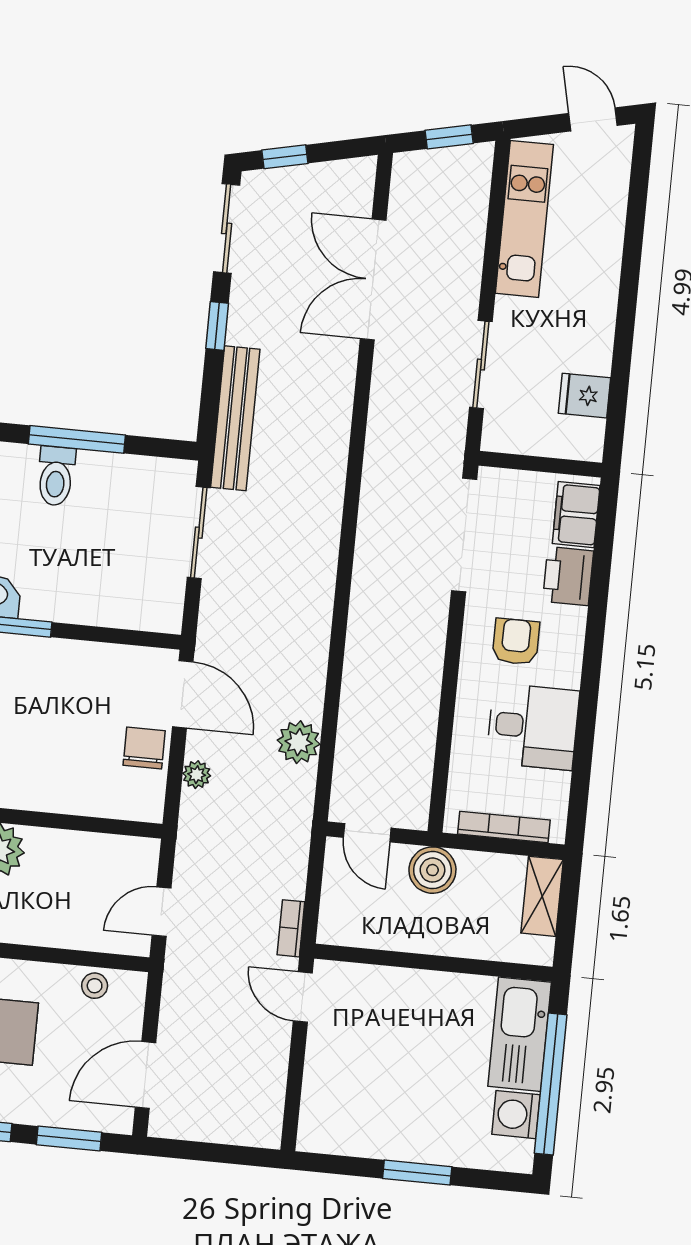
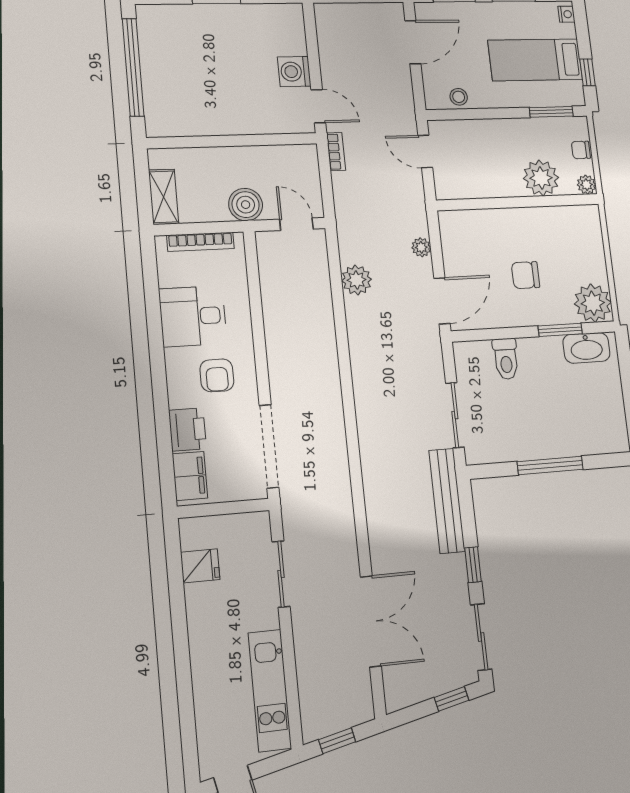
toilet: (56, 476) -> (506, 359), moved, turned 180
door: (183, 694) -> (442, 301), swing flipped
chair: (144, 748) -> (526, 275), moved, turned 90
door: (162, 912) -> (425, 151), swing flipped
kitchen sink: (520, 1034) -> (162, 99), removed
washing machine: (516, 1115) -> (294, 72), moved, turned 180

